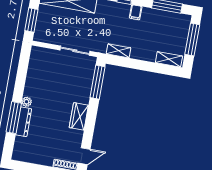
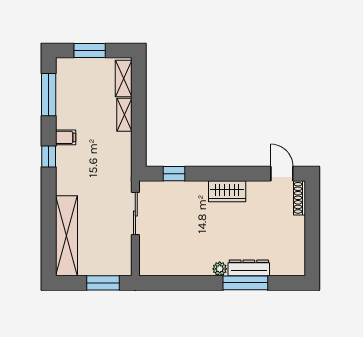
window: (192, 40) -> (90, 51), width x0.69
shelving: (119, 51) -> (124, 115), moved
window: (97, 82) -> (174, 174), width x0.46

